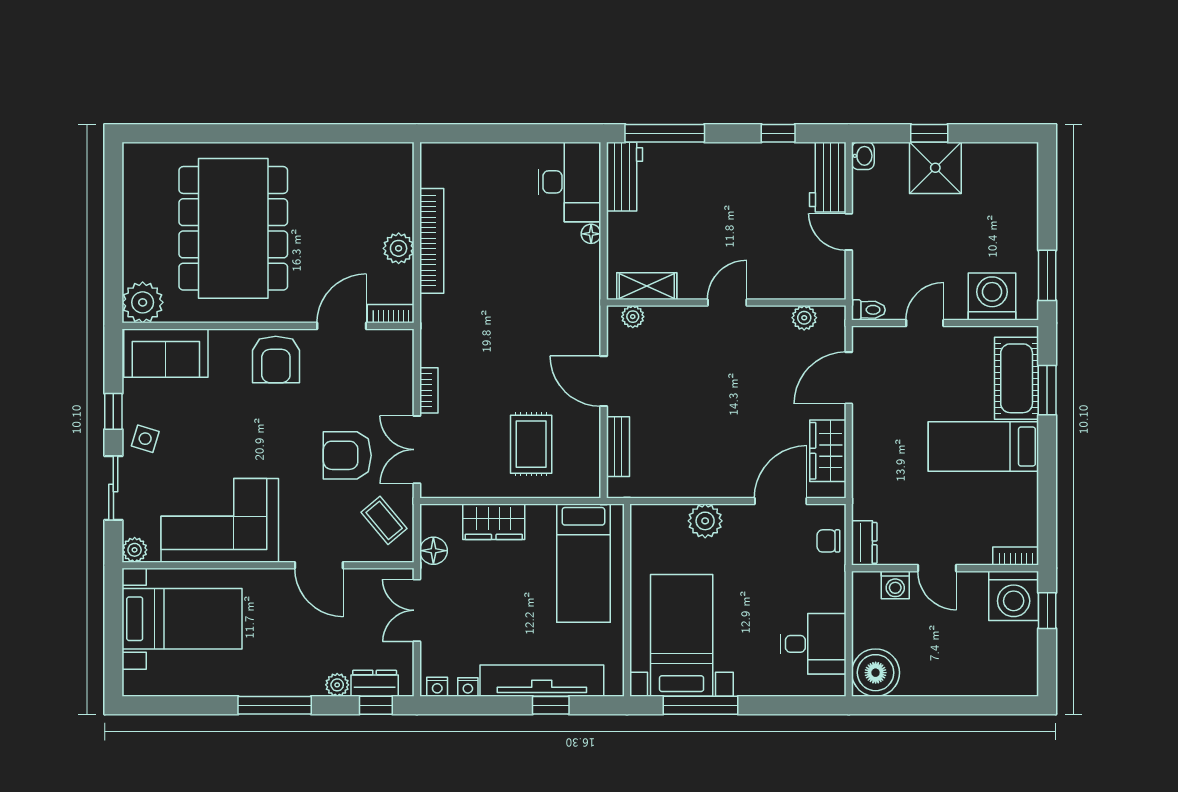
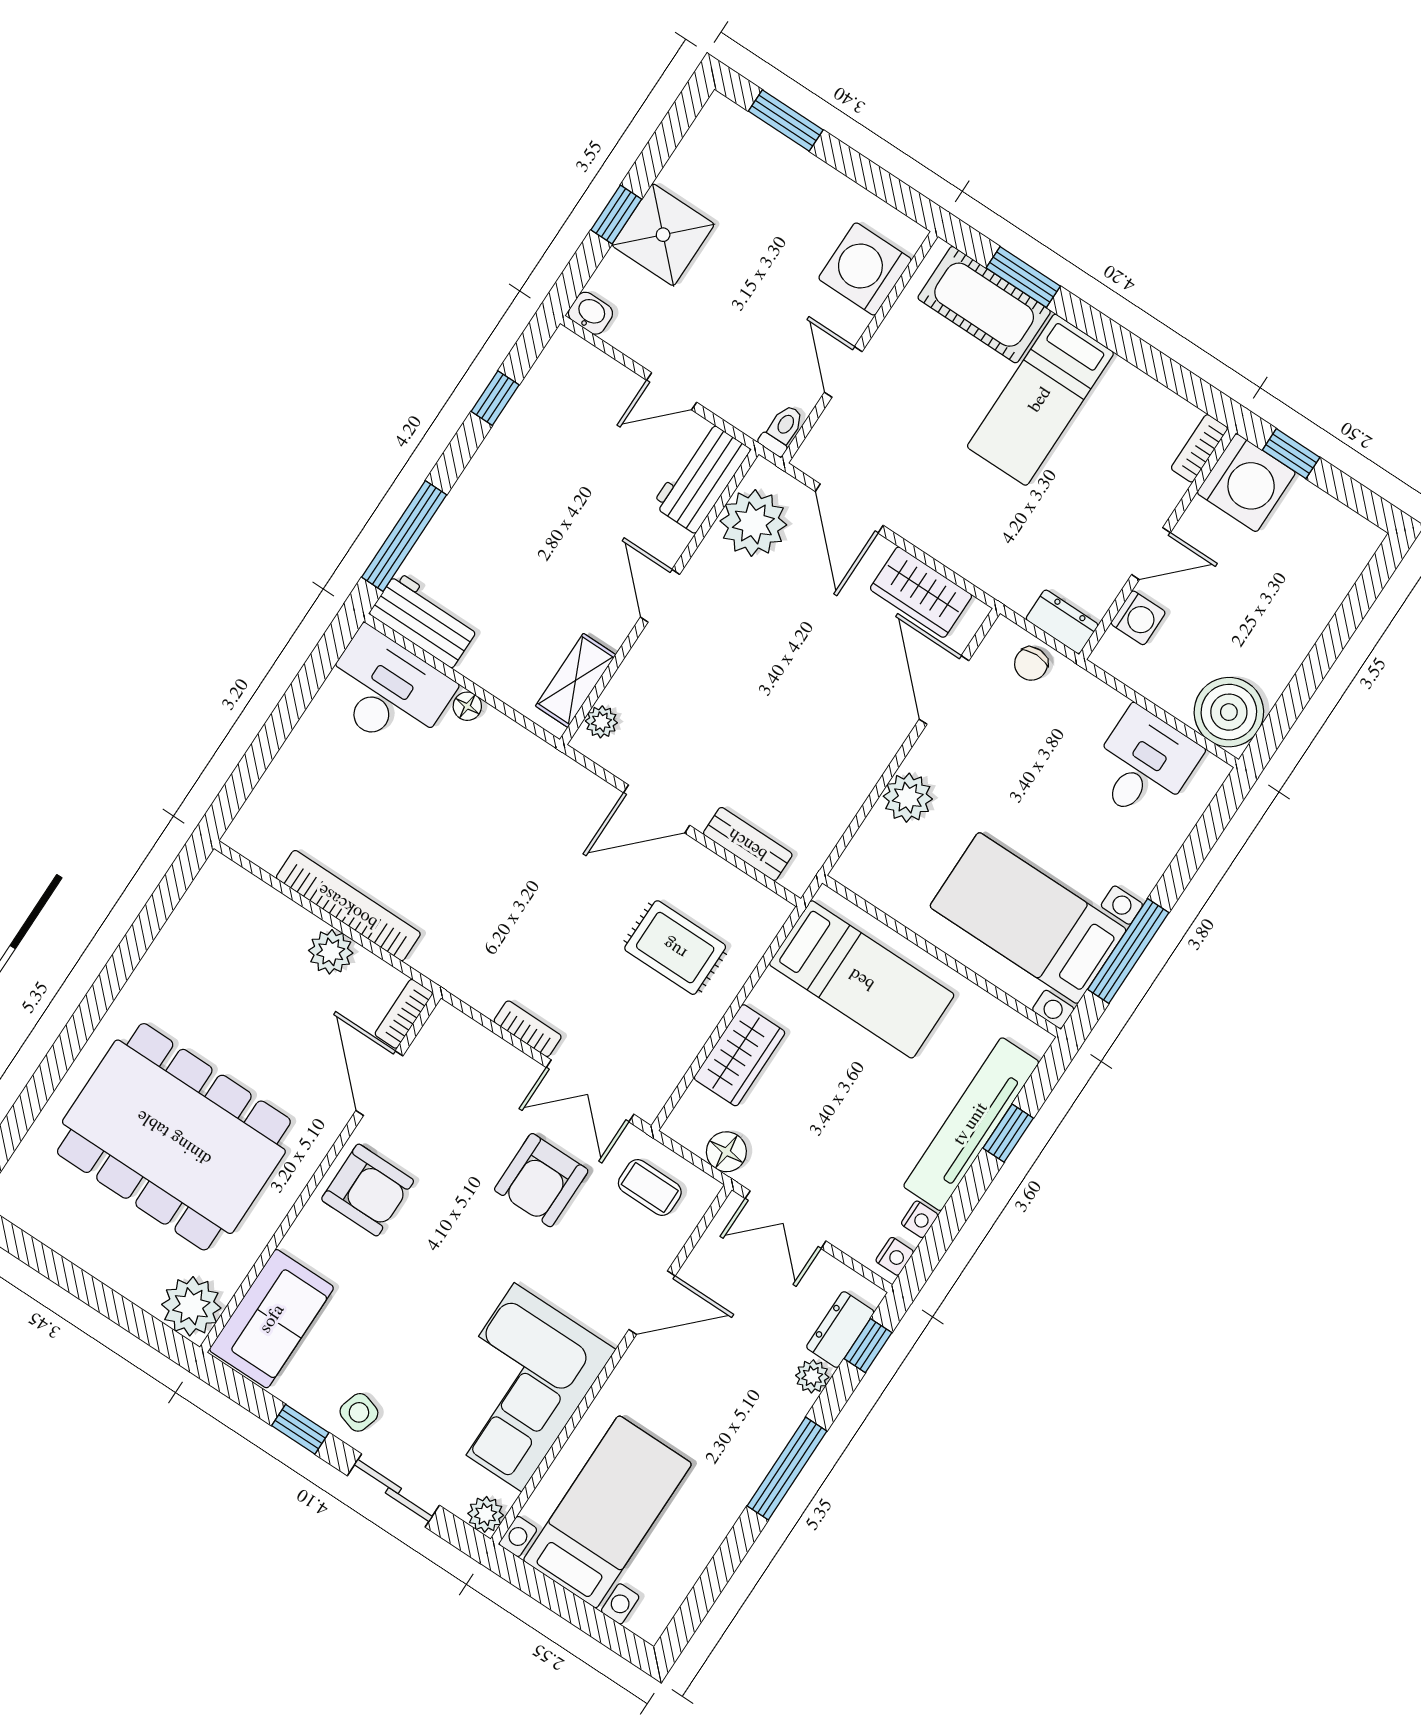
workbench: (828, 177) -> (701, 477), moved, turned 90
window: (1047, 275) -> (786, 121), moved
plant: (804, 318) -> (753, 523), width x1.88, depth x1.88
coffee table: (384, 520) -> (650, 1188), turned 40

